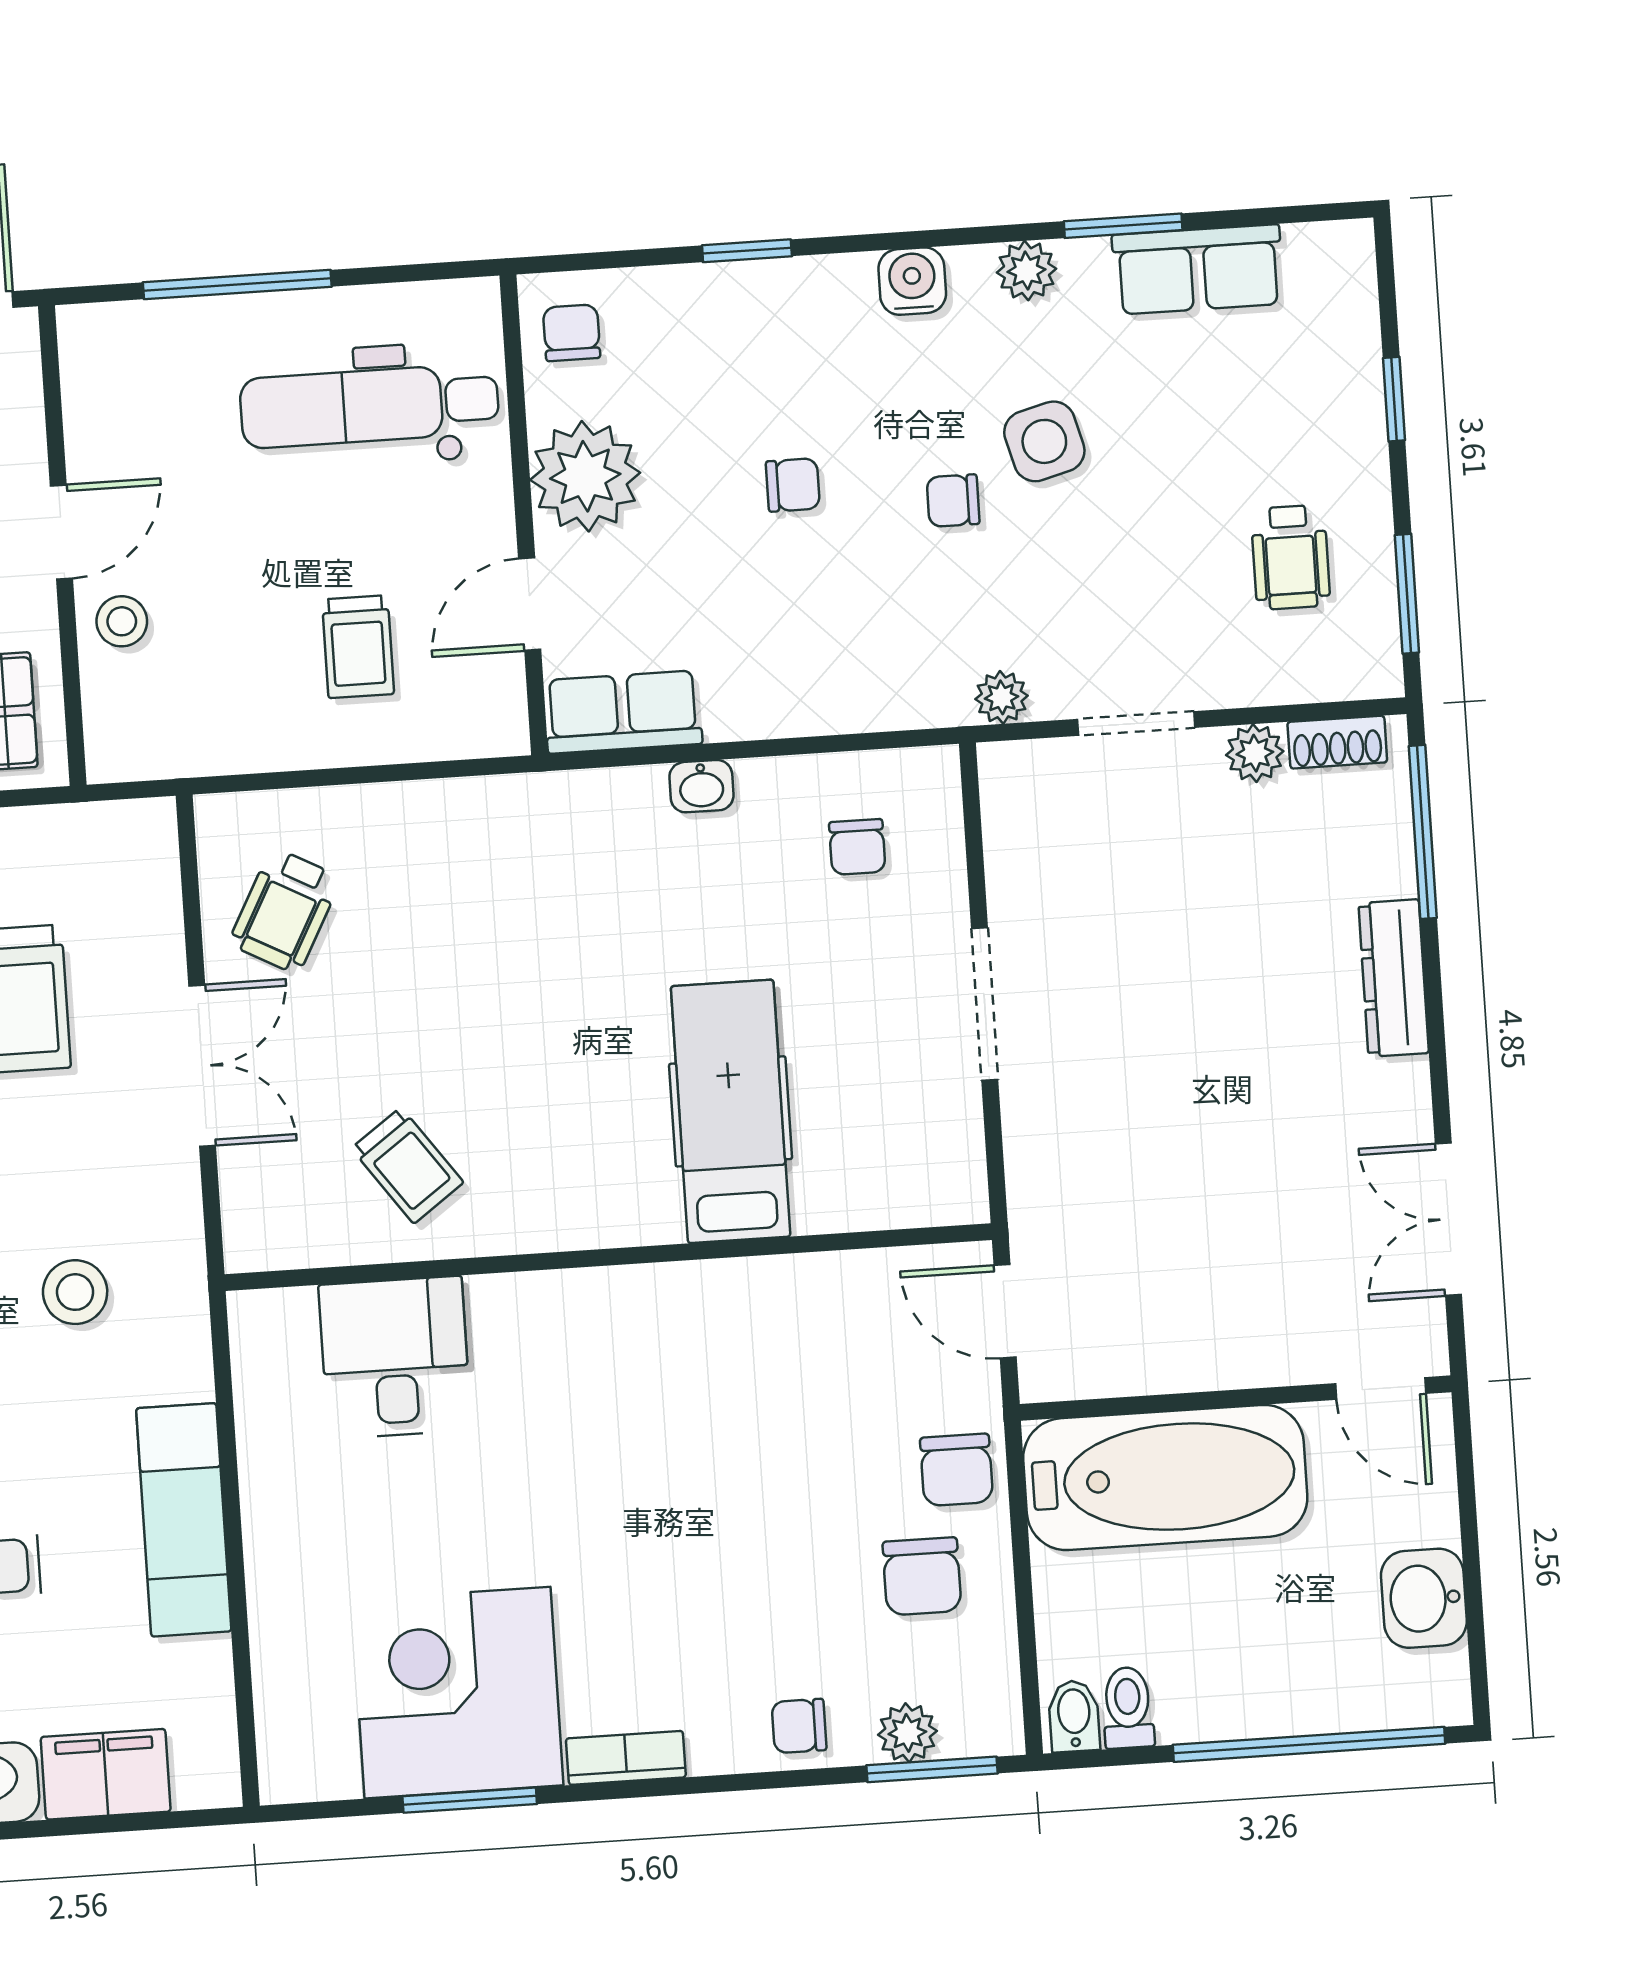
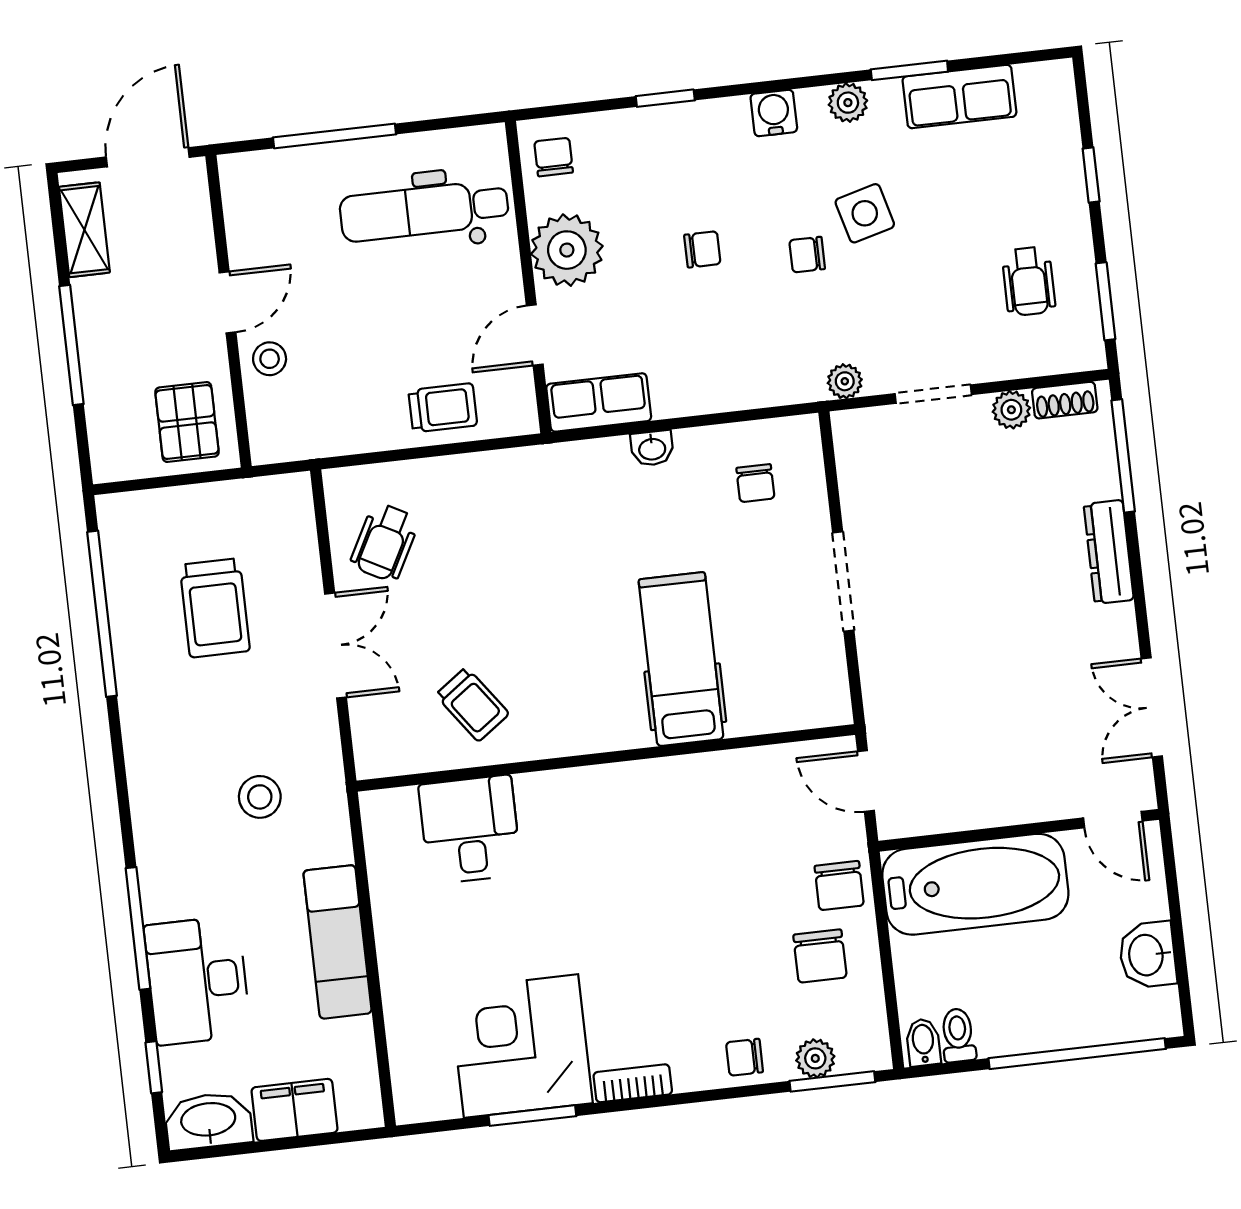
trolley: (358, 647) -> (443, 408), moved, turned -90

